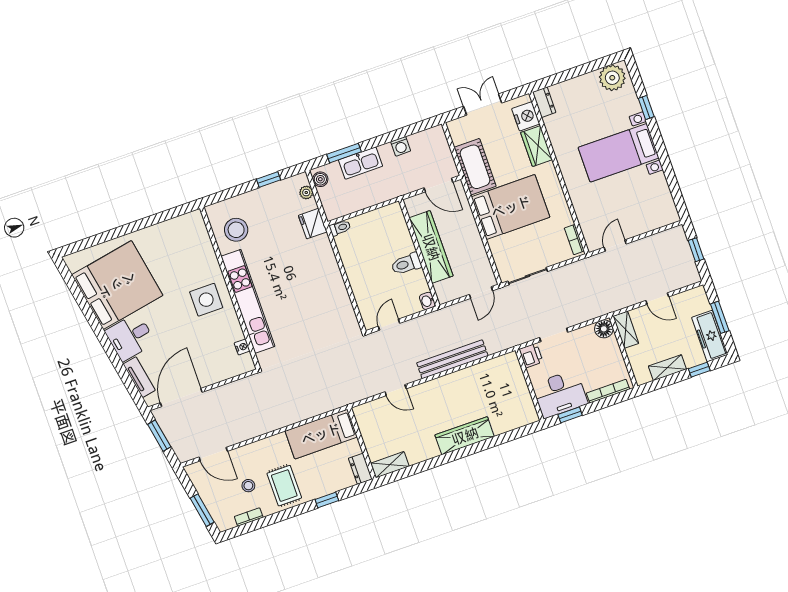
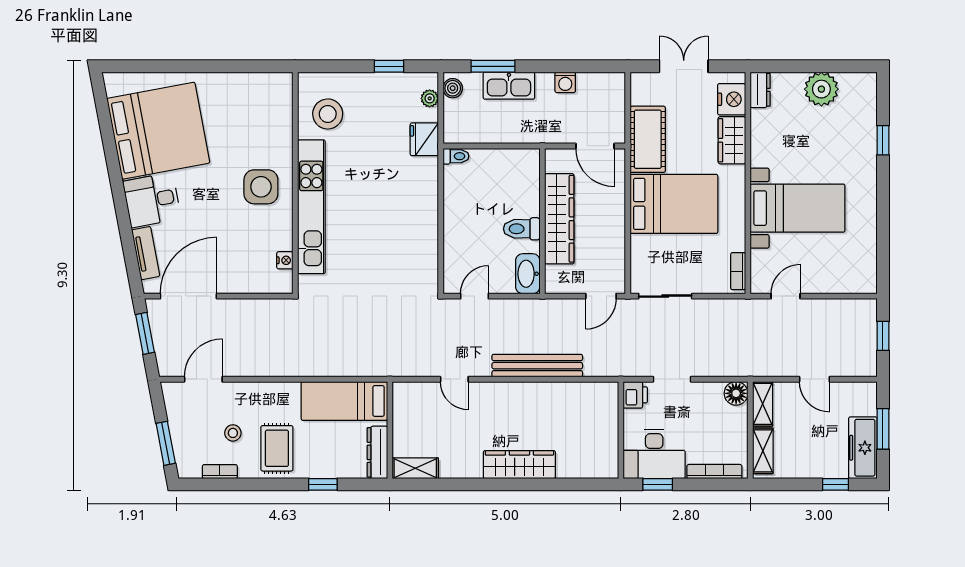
plant: (612, 78) -> (821, 89), moved
bed with nightstands: (619, 153) -> (798, 208), moved, turned 180
washbasin: (427, 301) -> (528, 274), width x1.91, depth x1.45
shelving: (667, 368) -> (763, 451), moved, turned 90
door: (213, 454) -> (203, 379), swing flipped
dresser: (360, 469) -> (377, 452), width x1.44

